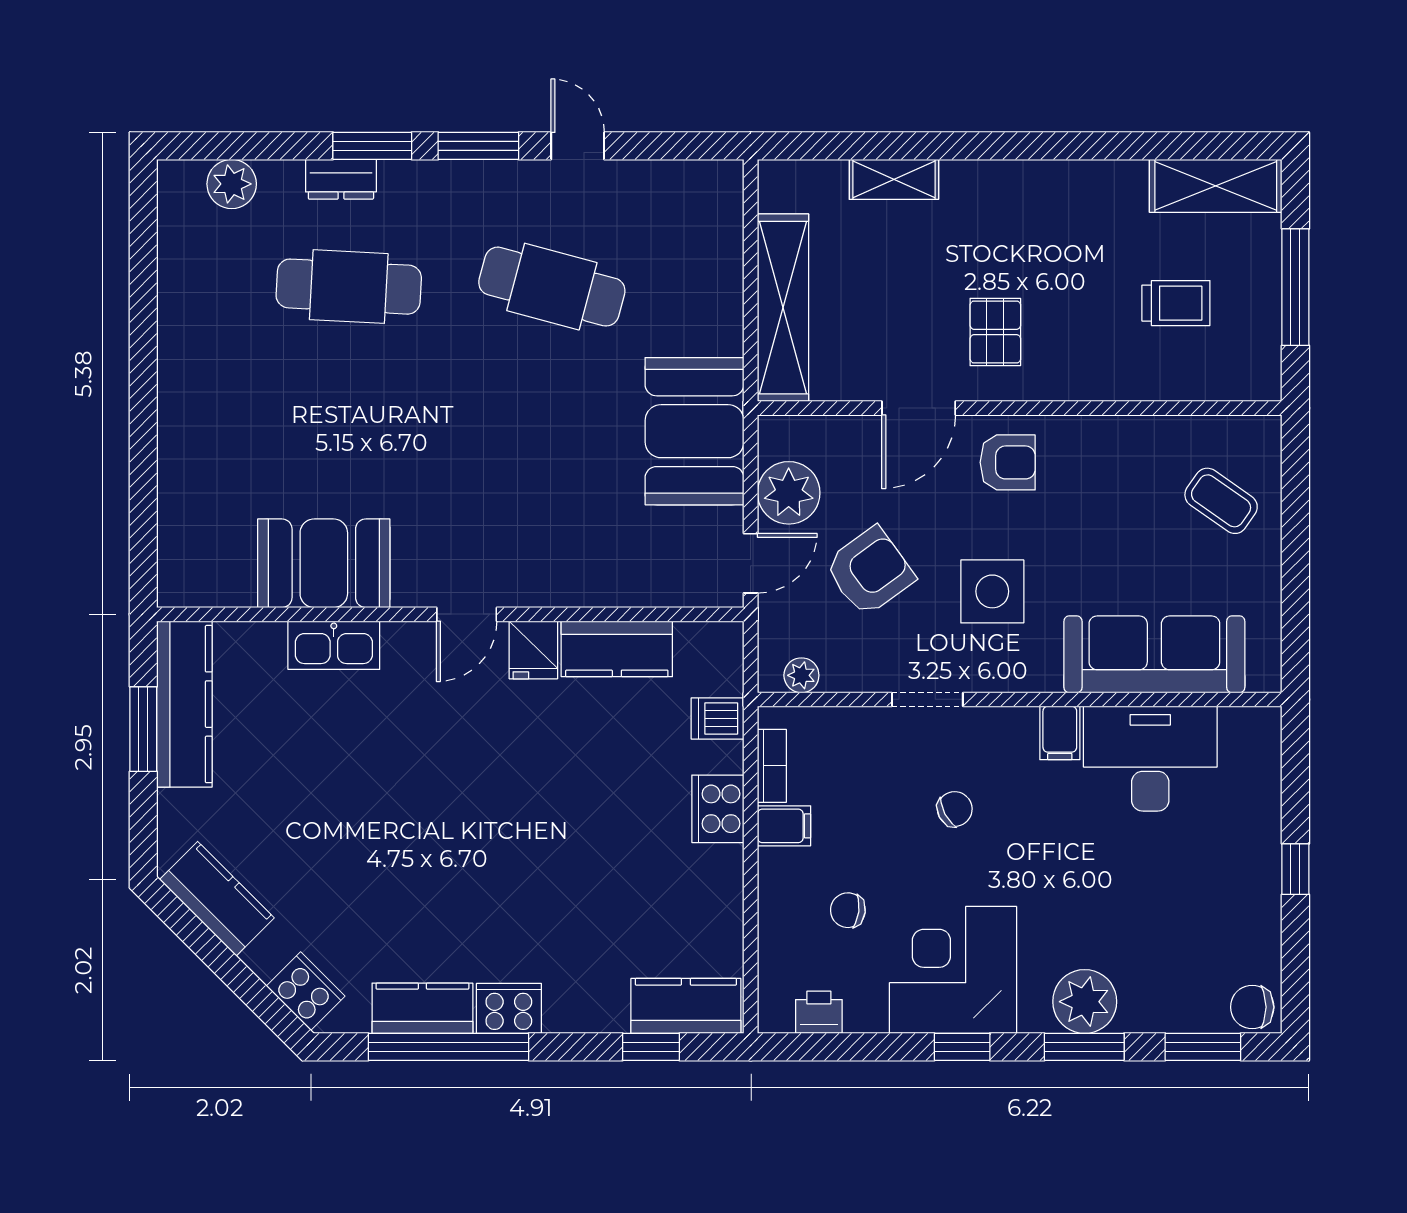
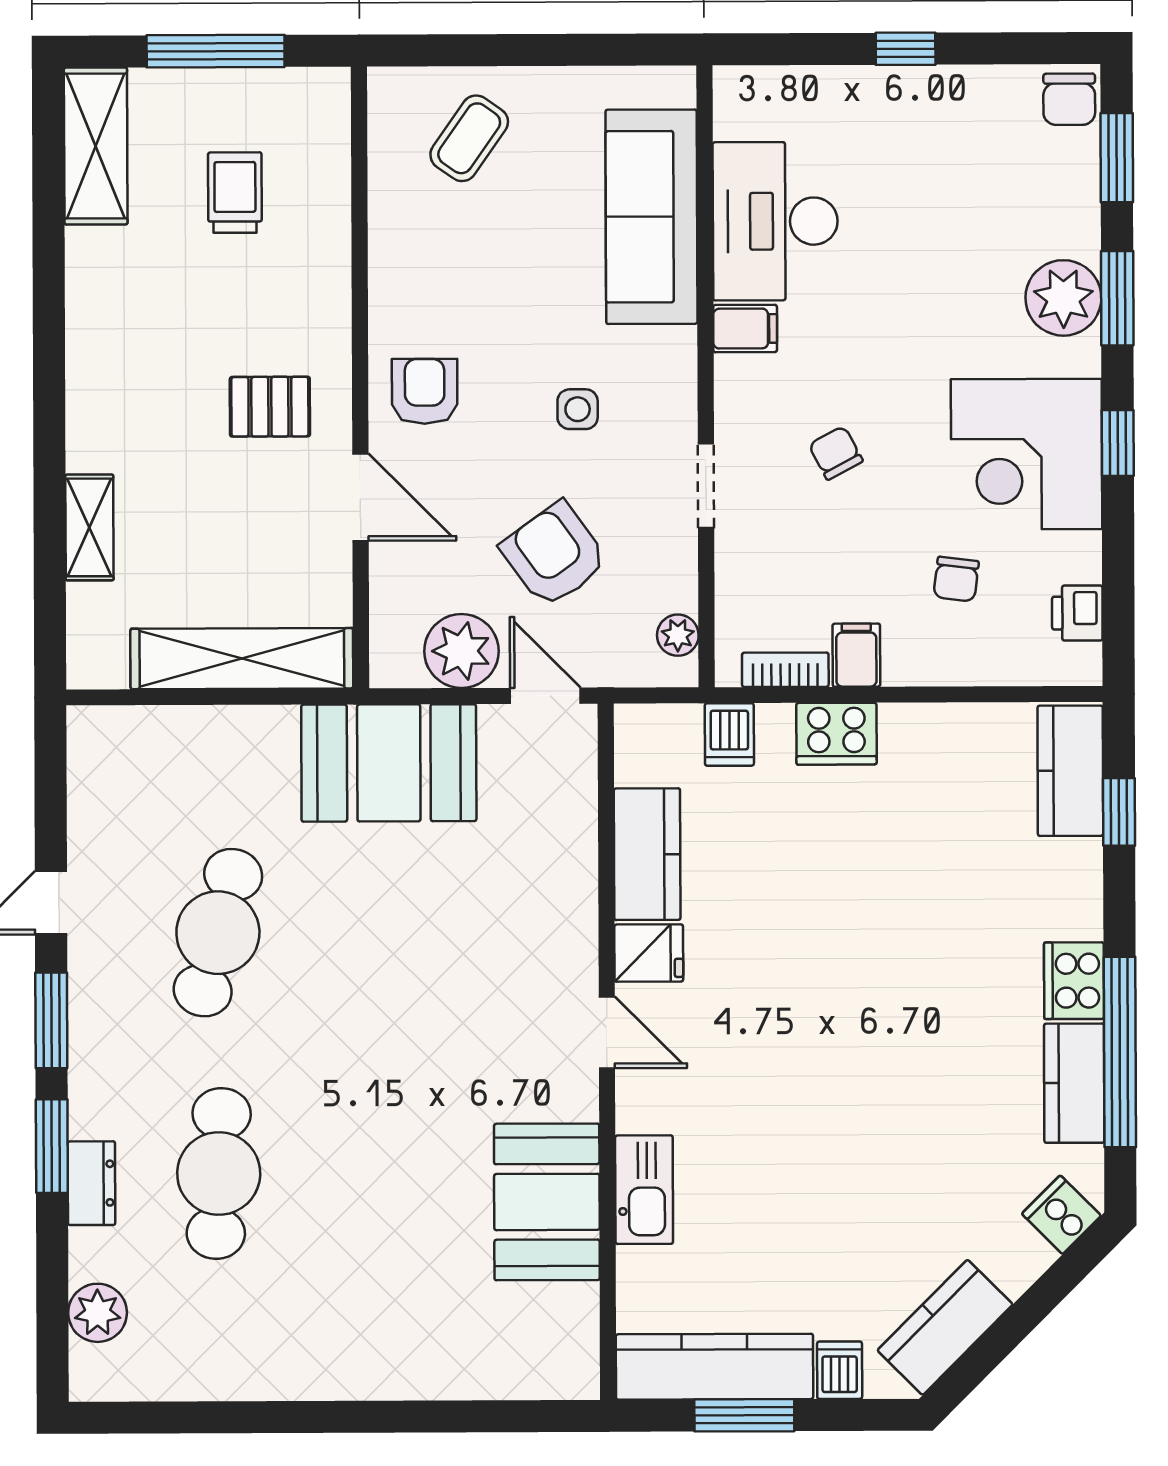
side table: (992, 591) -> (578, 409), width x0.54, depth x0.54
dishwasher: (181, 810) -> (840, 1370), added
cooker: (306, 991) -> (1061, 1215), width x0.73

